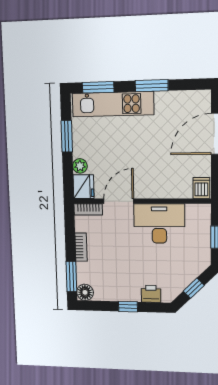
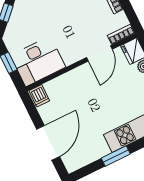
desk: (159, 224) -> (38, 61), moved

